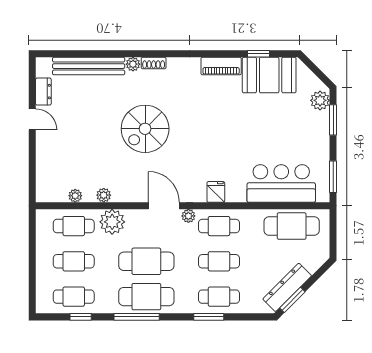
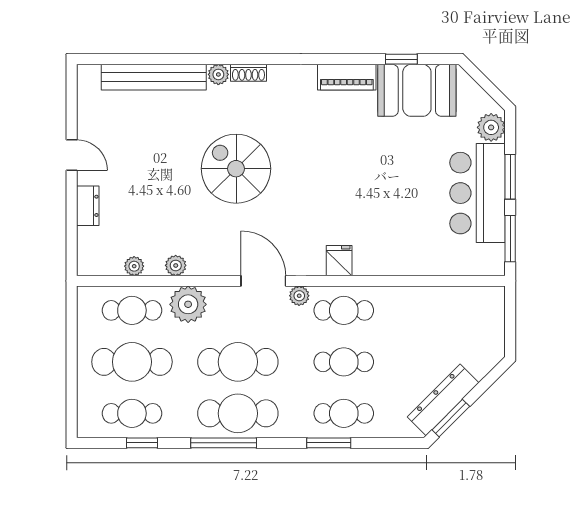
dresser: (43, 92) -> (88, 206), moved
window: (333, 120) -> (510, 177), moved
spiral stairs: (145, 129) -> (236, 169), turned 90
bar counter: (281, 183) -> (477, 193), moved, turned -90
cafe table: (292, 226) -> (450, 310), removed
cafe table: (74, 261) -> (132, 362), width x1.37, depth x1.35

